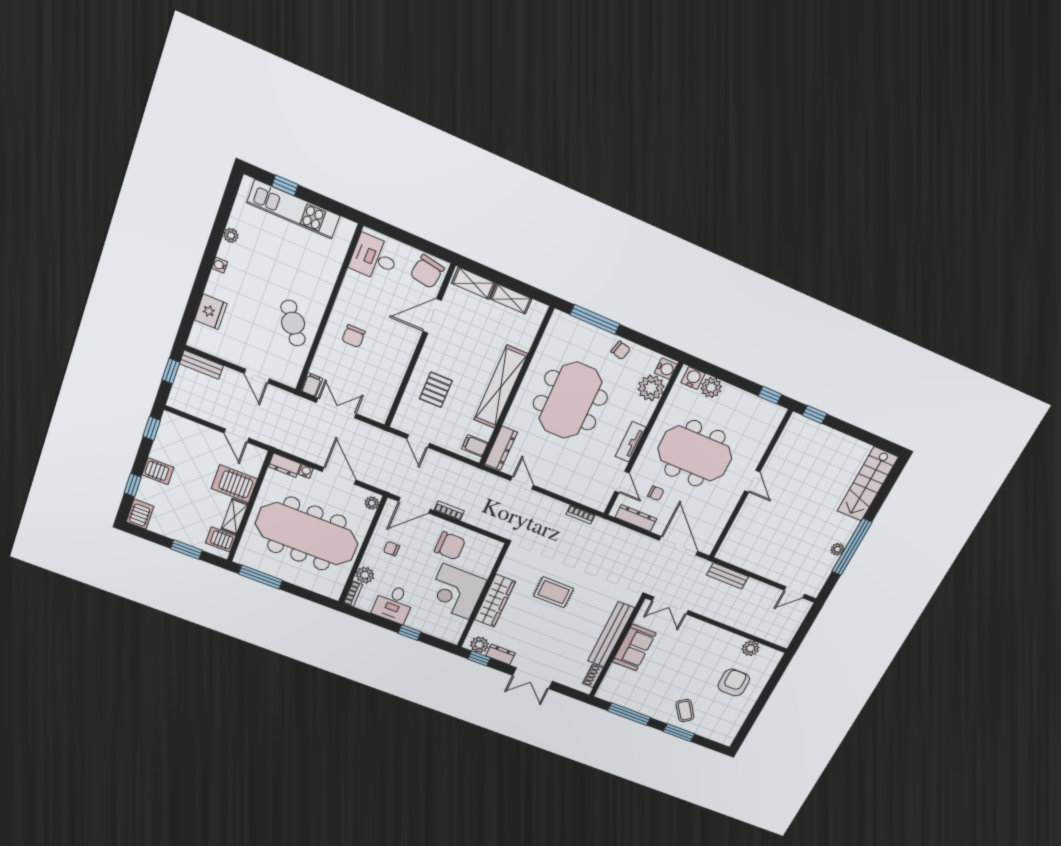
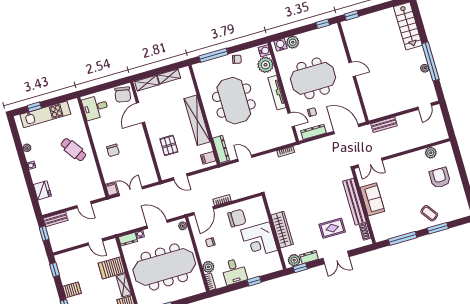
cafe table: (293, 323) -> (73, 150), moved
tv unit: (631, 442) -> (277, 93), width x1.41
rug: (554, 592) -> (332, 228), moved

